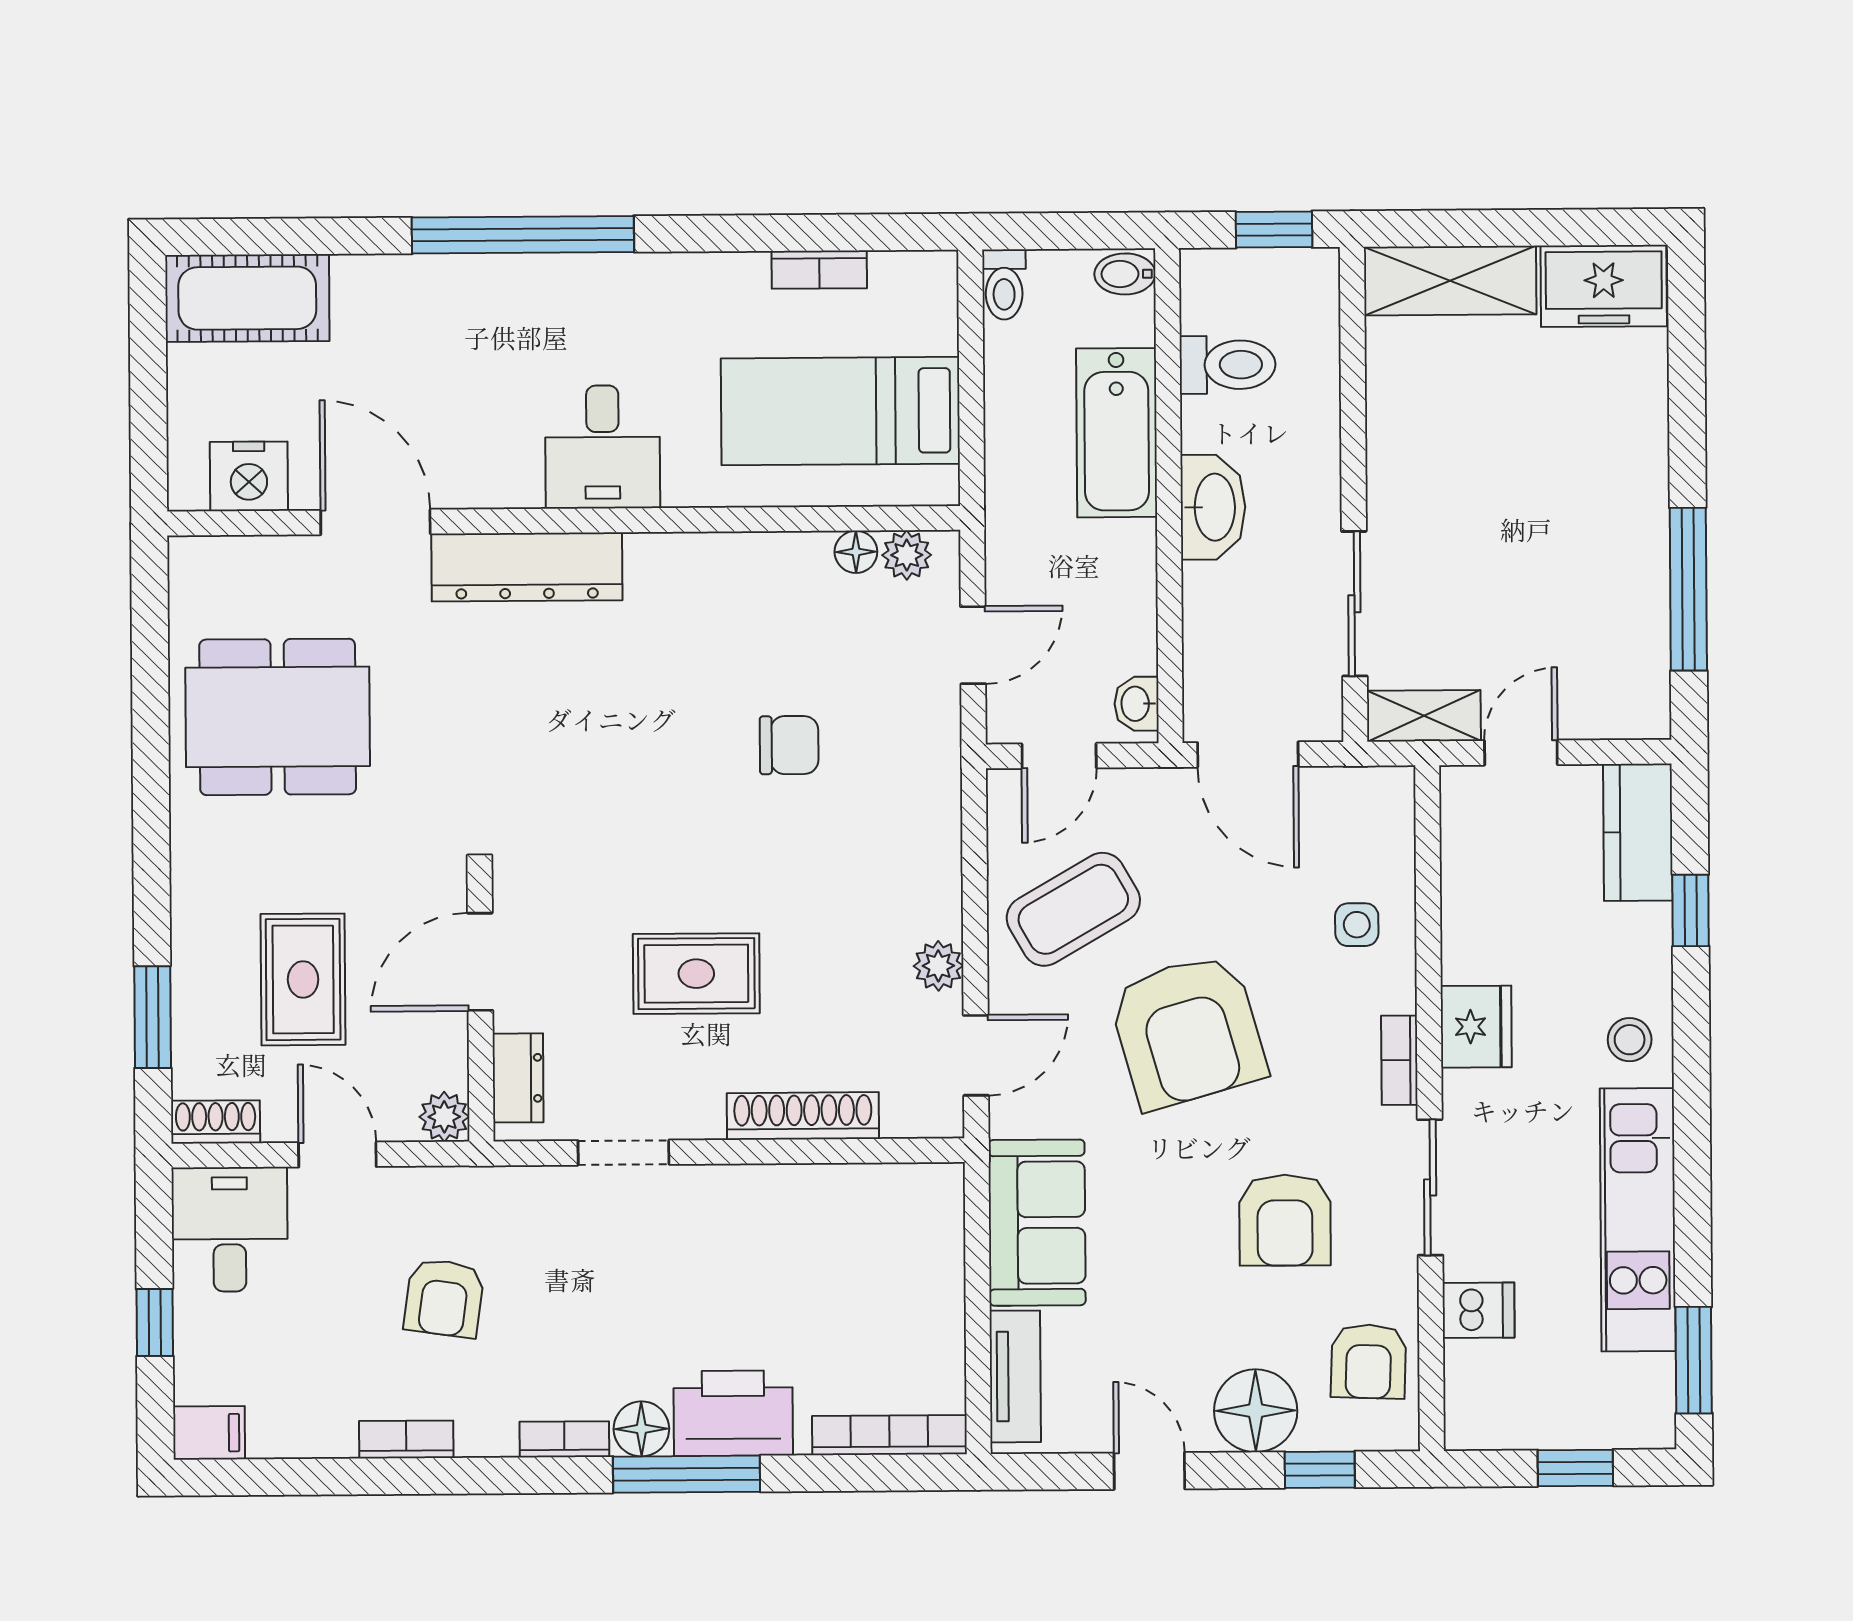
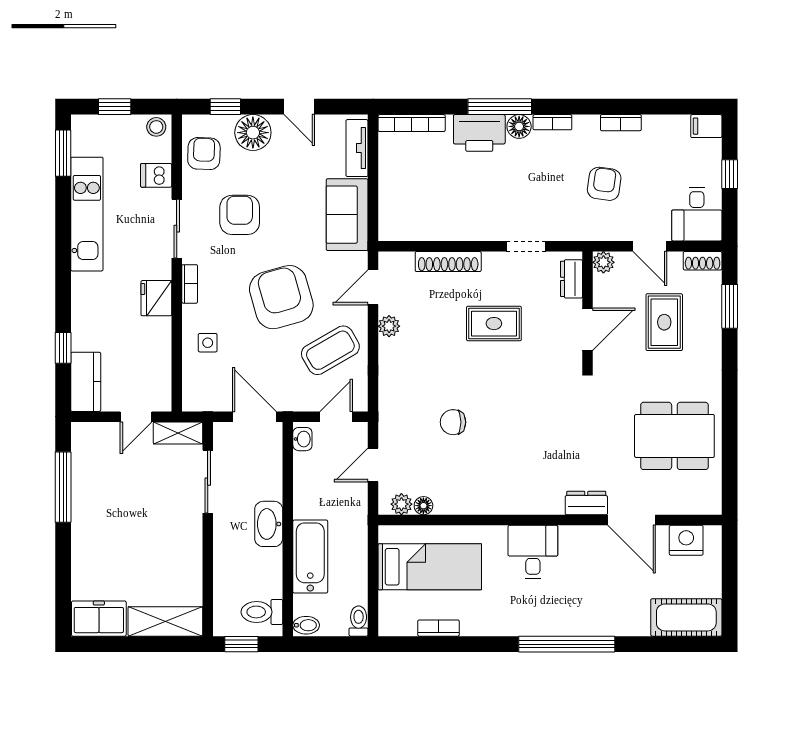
toilet: (1228, 365) -> (262, 612), moved
dresser: (527, 567) -> (586, 503), width x0.51, depth x0.80
stool: (1630, 1040) -> (156, 127), moved

